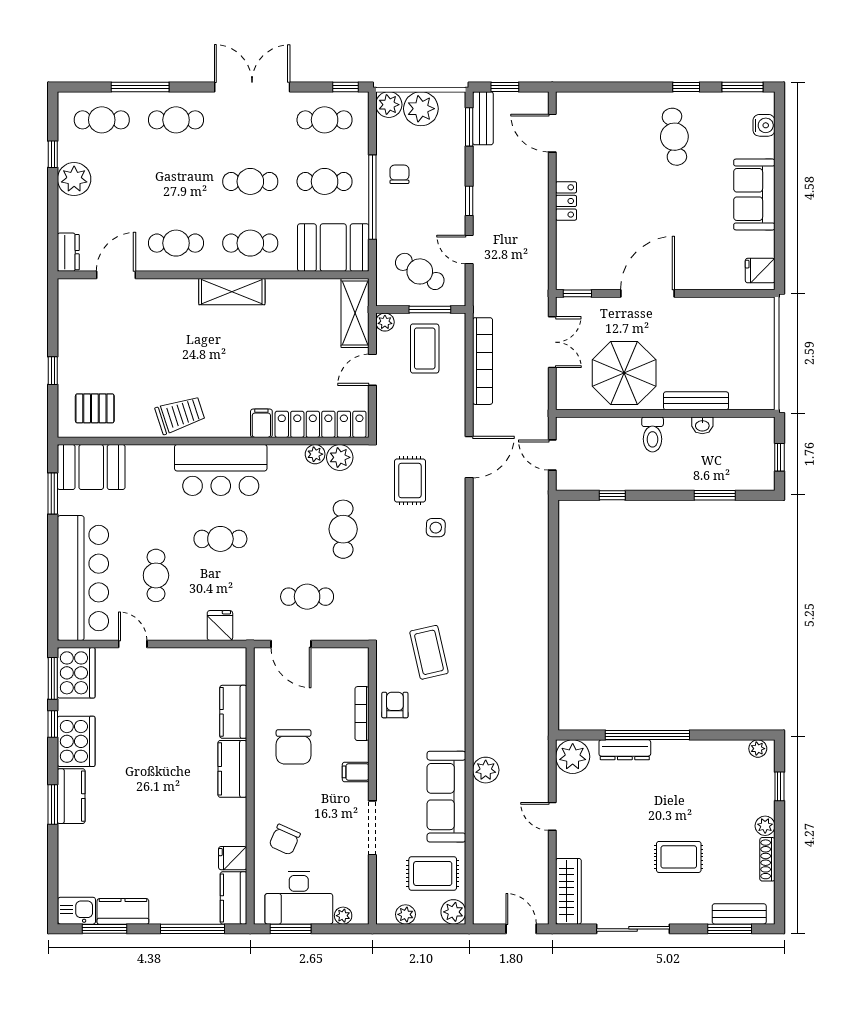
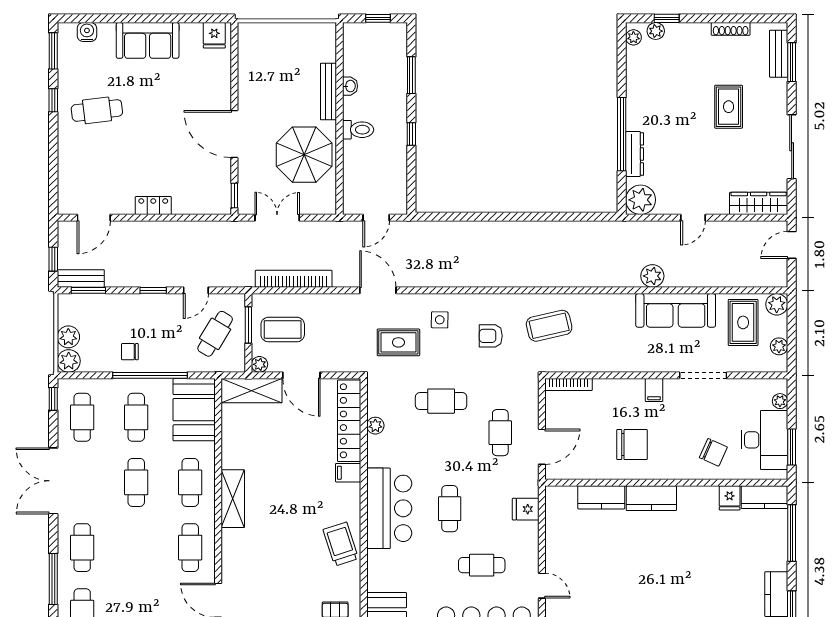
plant: (421, 109) -> (68, 337), width x0.73, depth x0.73
door: (372, 370) -> (301, 375), width x1.38
plant: (340, 457) -> (378, 404), removed
window: (612, 495) -> (411, 134), moved
door: (133, 644) -> (542, 586), swing flipped
armchair: (395, 705) -> (491, 336), moved
bookcase: (362, 714) -> (569, 385), moved
plant: (765, 826) -> (656, 31), moved

